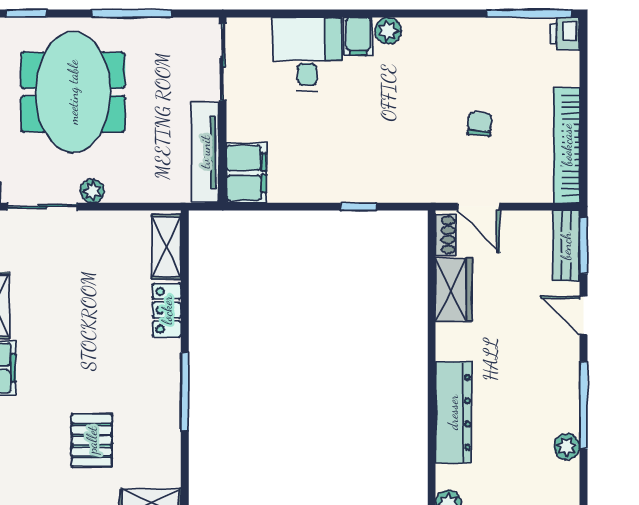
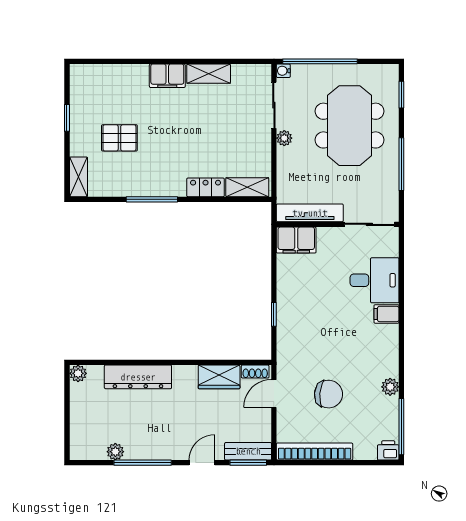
plant: (388, 31) -> (390, 387), moved
meeting table: (73, 92) -> (350, 126), turned 90
chair: (480, 124) -> (329, 394), width x1.87, depth x1.87

